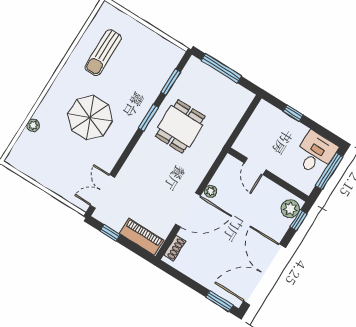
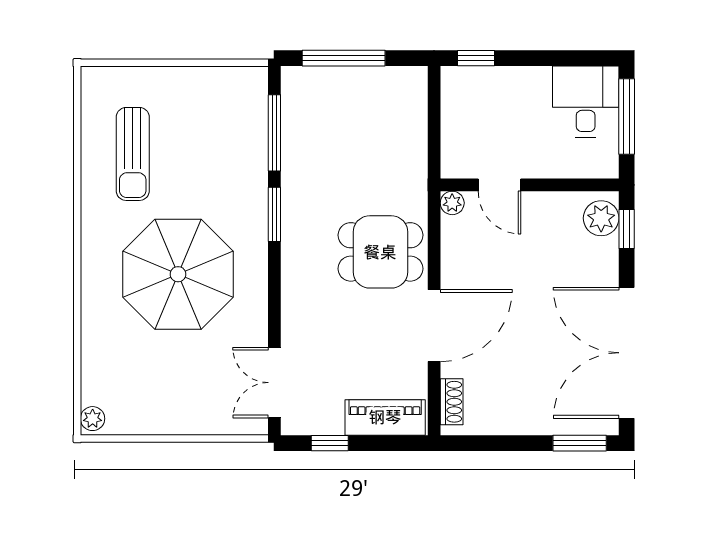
window: (171, 82) -> (274, 133), width x1.44
window: (293, 113) -> (476, 58), moved
parasol: (90, 118) -> (178, 274), width x1.36, depth x1.36
plant: (33, 125) -> (93, 419), moved
dining table: (180, 126) -> (380, 252), moved, turned 90
plant: (211, 191) -> (452, 203), moved

